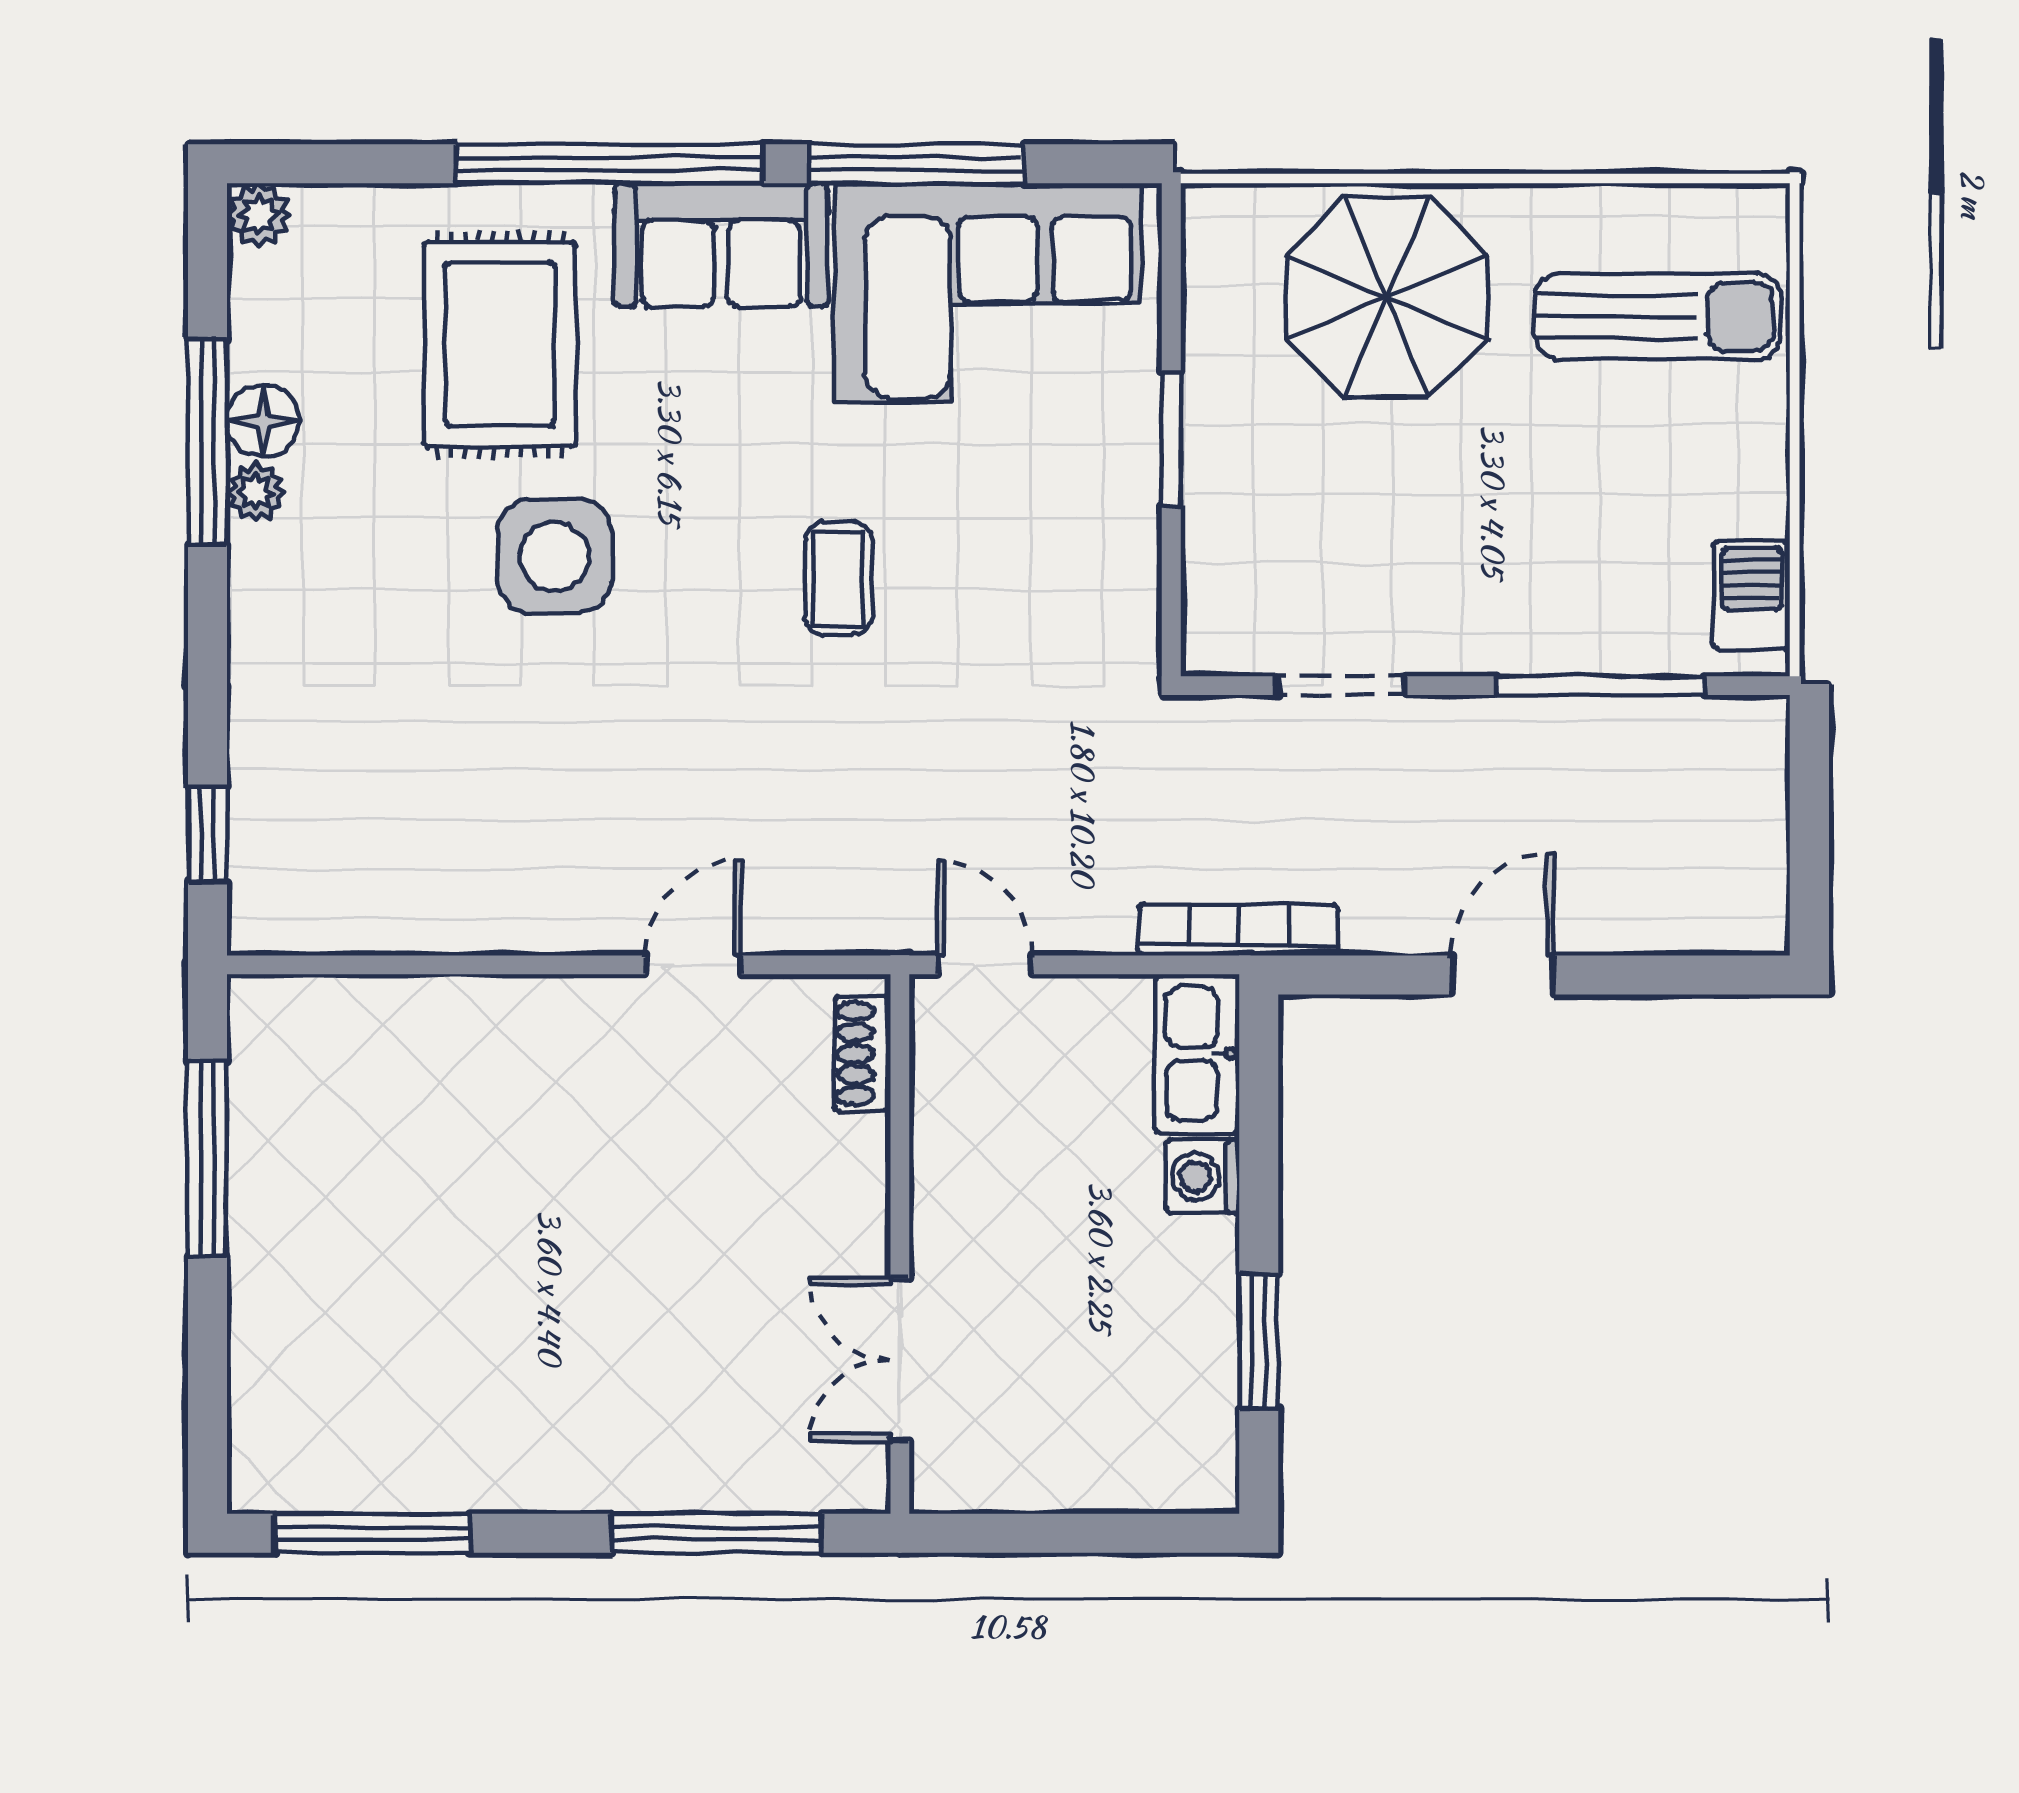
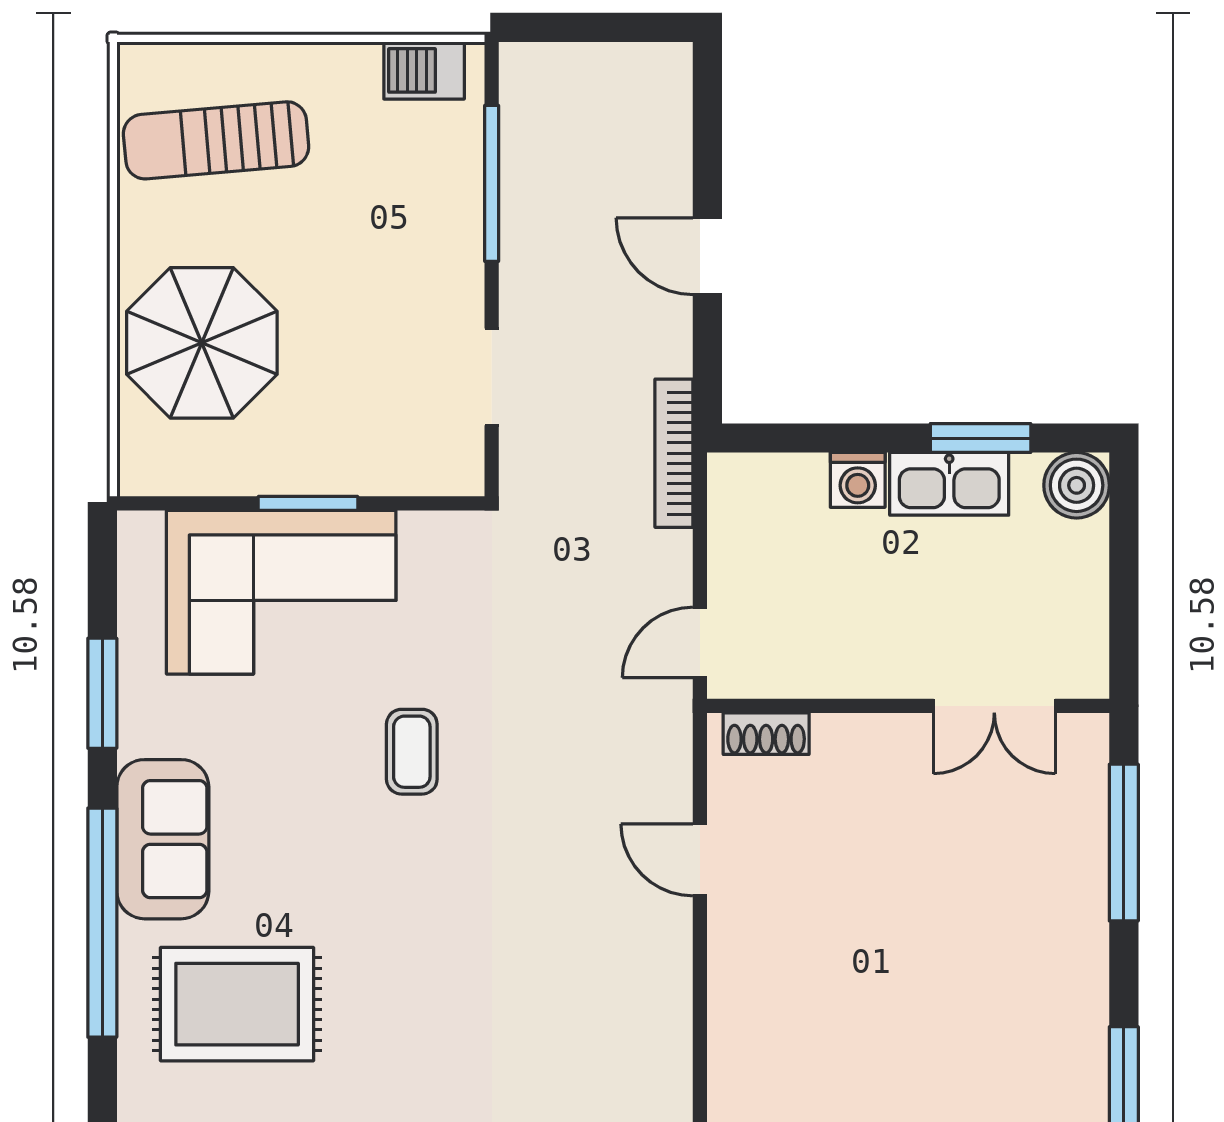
window: (917, 164) -> (102, 693), width x0.69
corner sofa: (988, 293) -> (281, 592), moved, turned 90
sun lounger: (1658, 316) -> (216, 140), turned -95
side table: (555, 556) -> (395, 963), removed
coffee table: (838, 579) -> (412, 752), turned 90
kitchen sink: (1197, 1054) -> (949, 484), moved
boiler: (1196, 1470) -> (1077, 485), added

